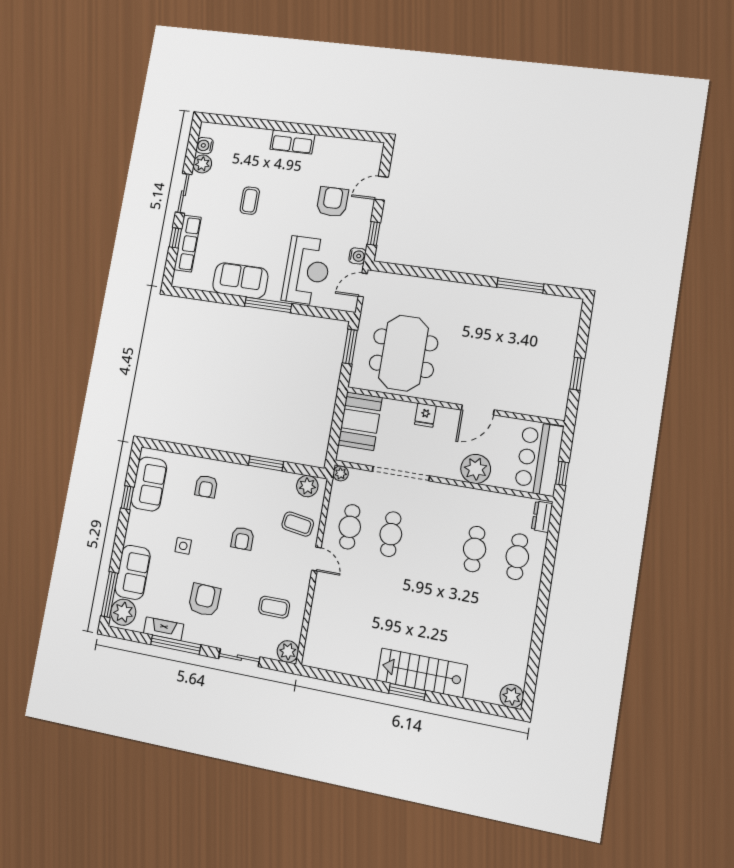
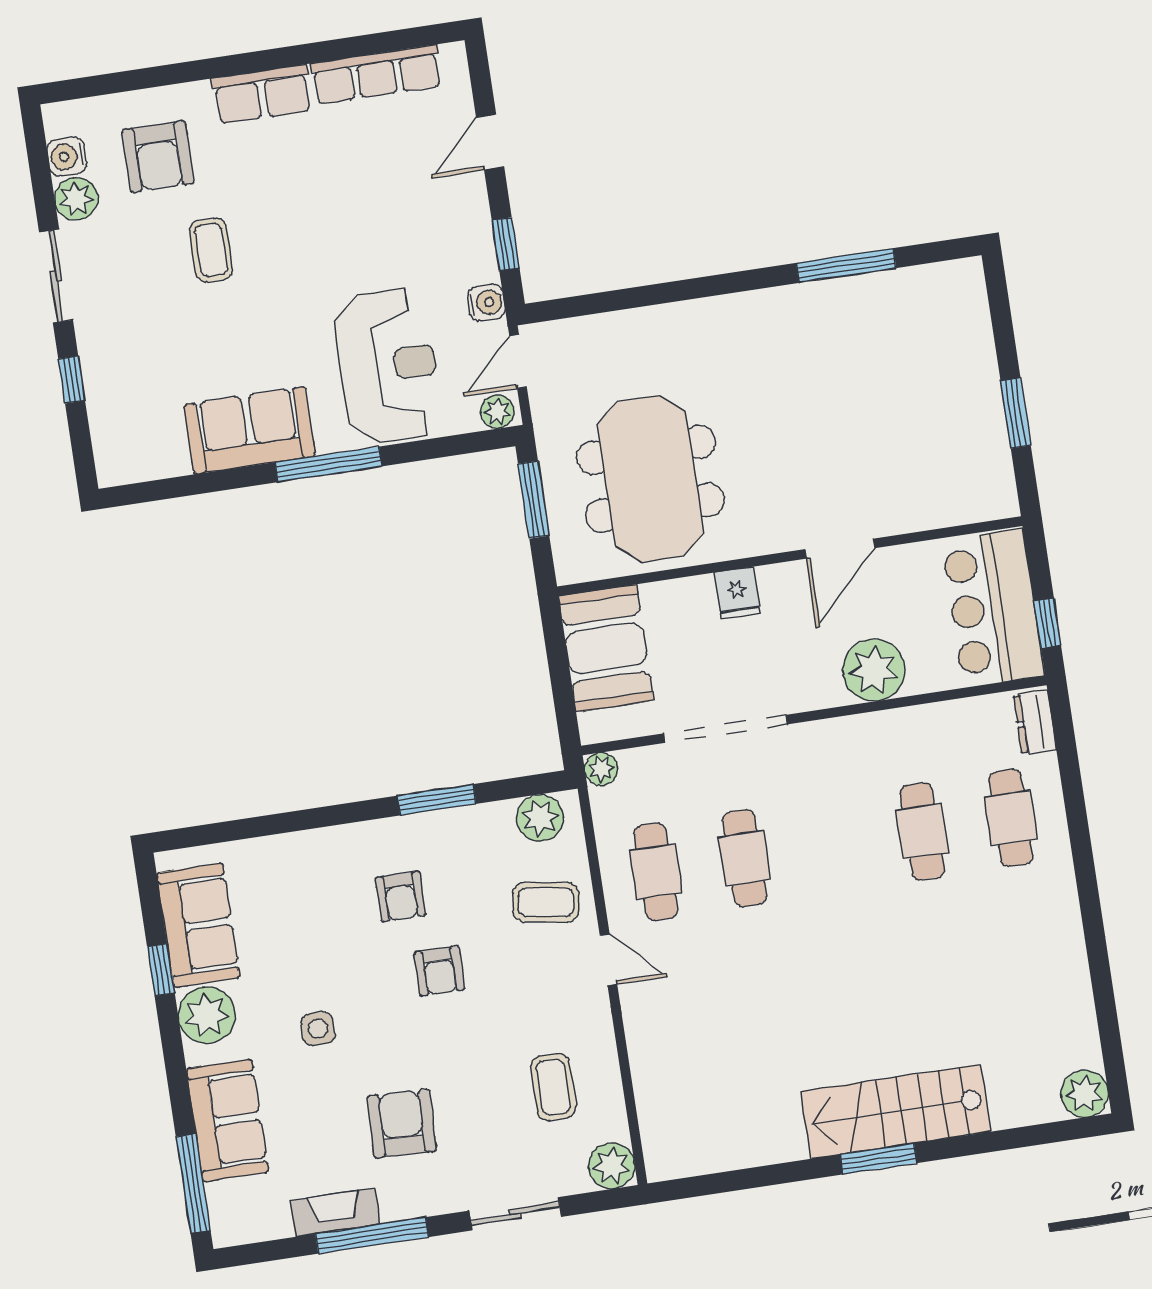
armchair: (332, 202) -> (158, 157), moved, turned 180
row of seats: (188, 244) -> (376, 75), moved, turned 90
plant: (347, 304) -> (497, 412), added
armchair: (206, 486) -> (401, 896), moved
coffee table: (274, 607) -> (553, 1087), turned 90
plant: (123, 612) -> (207, 1015), moved

